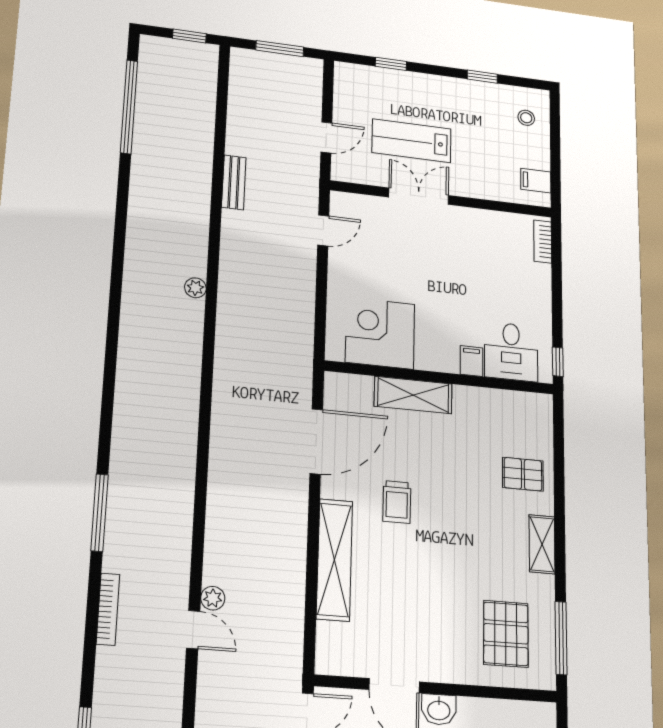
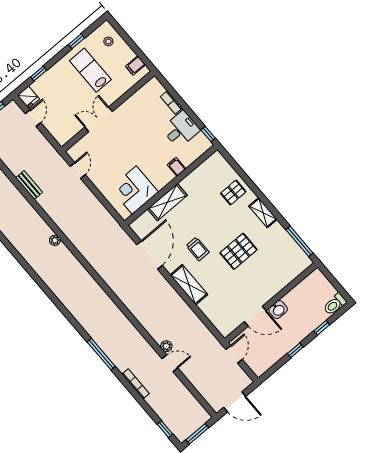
fridge: (347, 78) -> (28, 97), added
door: (326, 137) -> (33, 118), moved
lab bench: (412, 141) -> (90, 70), moved, turned 90
bookcase: (543, 241) -> (171, 102), moved
desk: (511, 352) -> (181, 129), moved, turned -90
shelving: (334, 560) -> (189, 285), width x0.68
pallet: (506, 634) -> (238, 251), moved, turned 90

